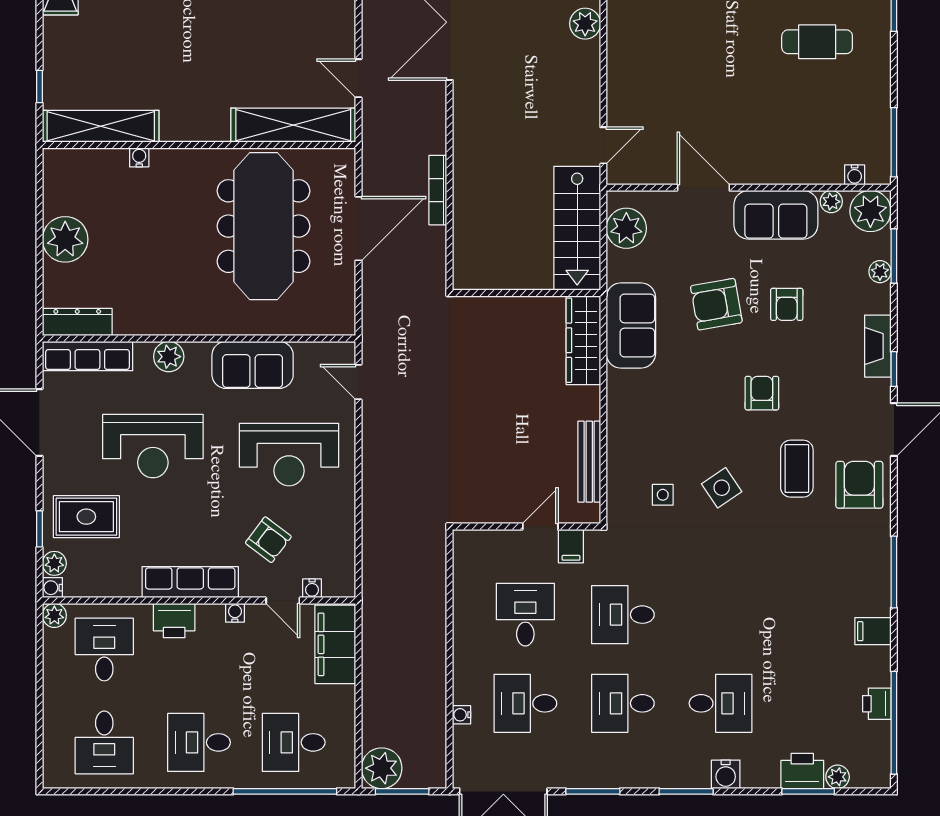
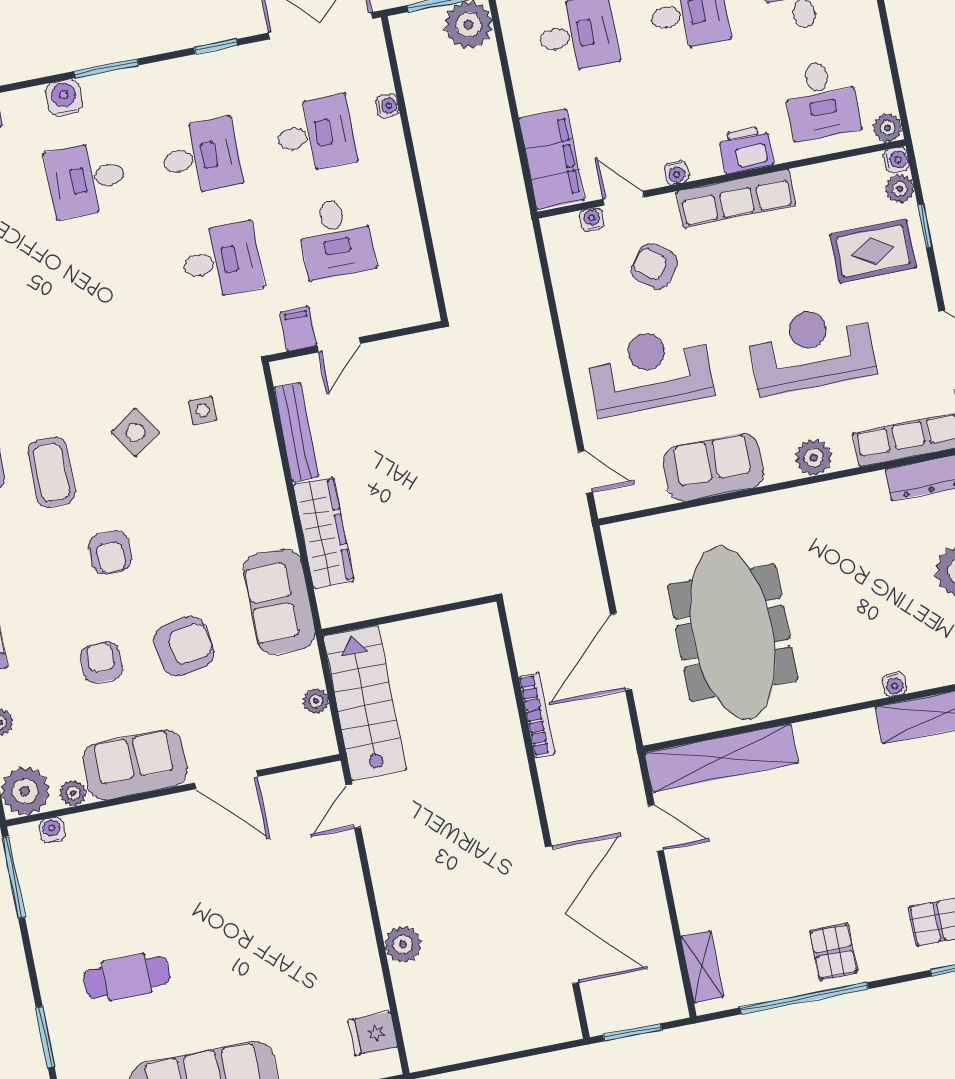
plant: (626, 228) -> (316, 701), width x0.53, depth x0.53
wardrobe: (583, 340) -> (324, 533), moved
window: (593, 791) -> (216, 47), width x0.67

